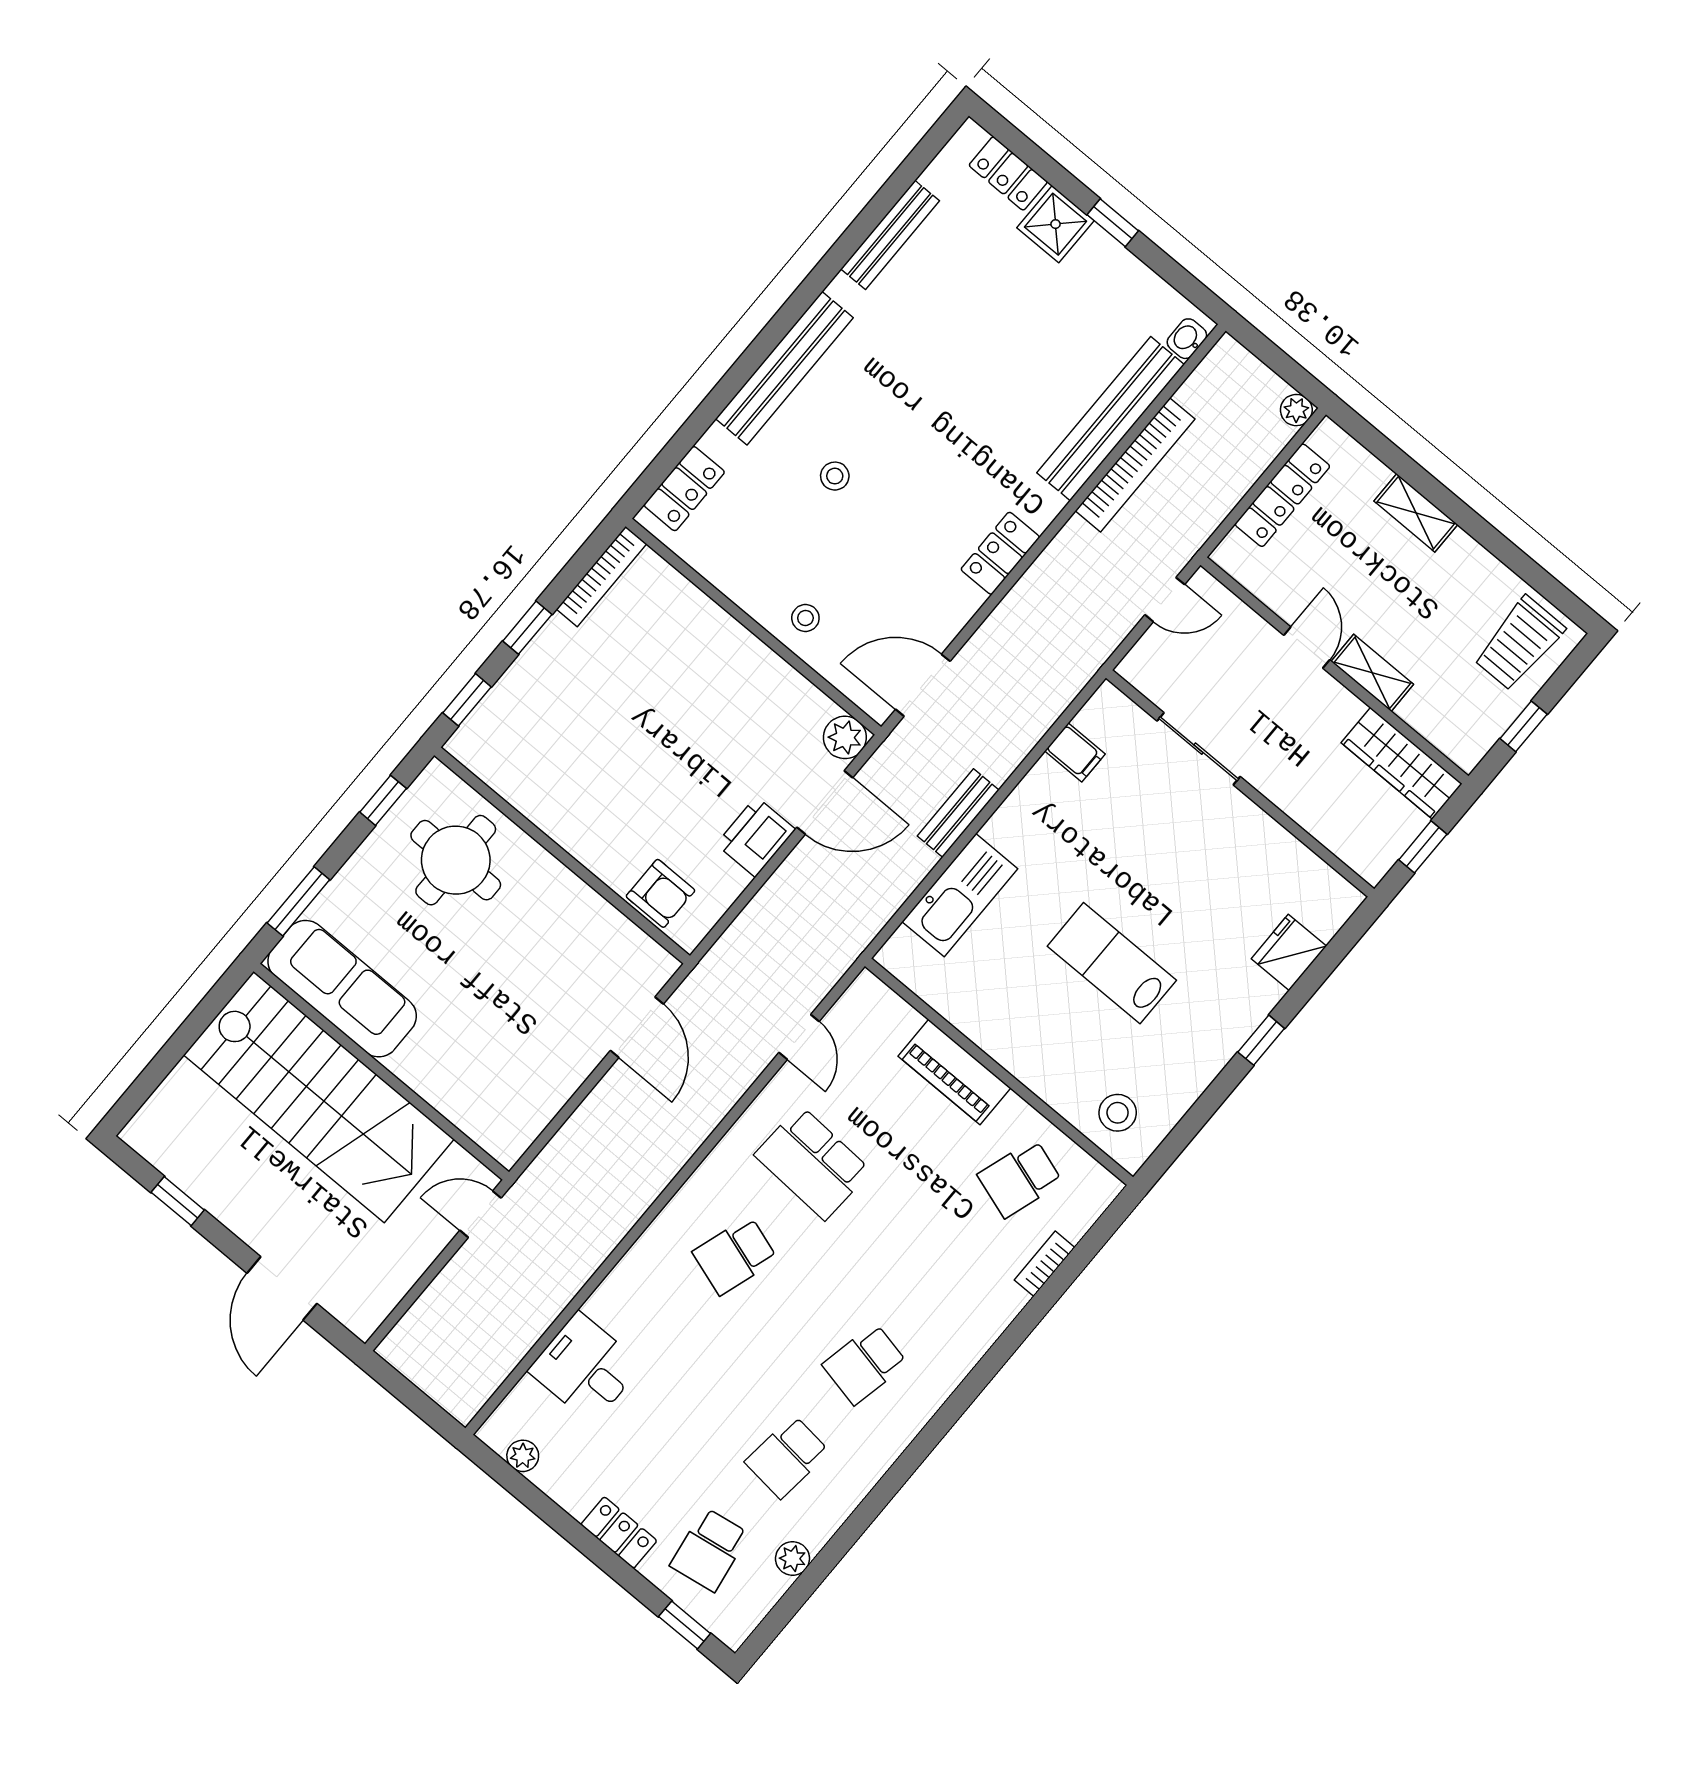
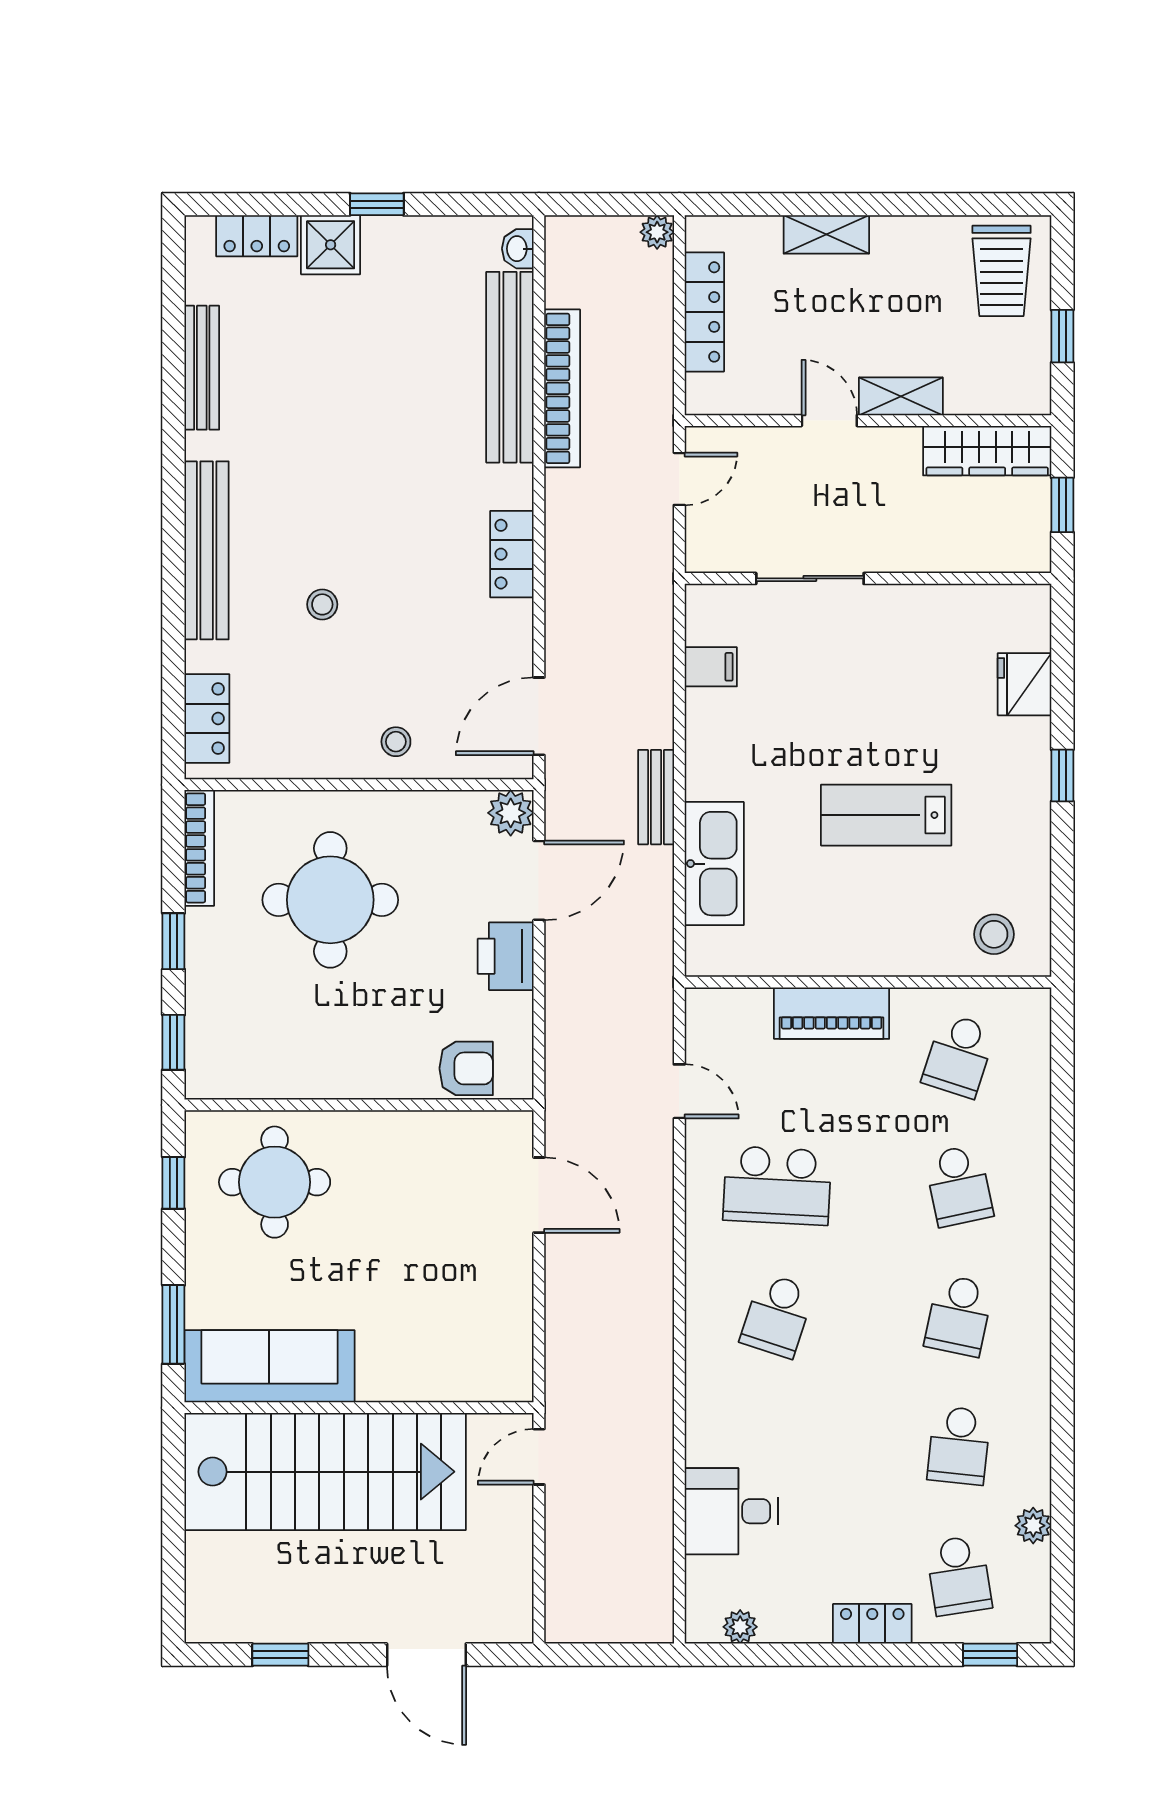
round table: (664, 692) -> (330, 900), added
bookcase: (1044, 1264) -> (1038, 1109), removed
school desk: (942, 1271) -> (959, 1186), added

